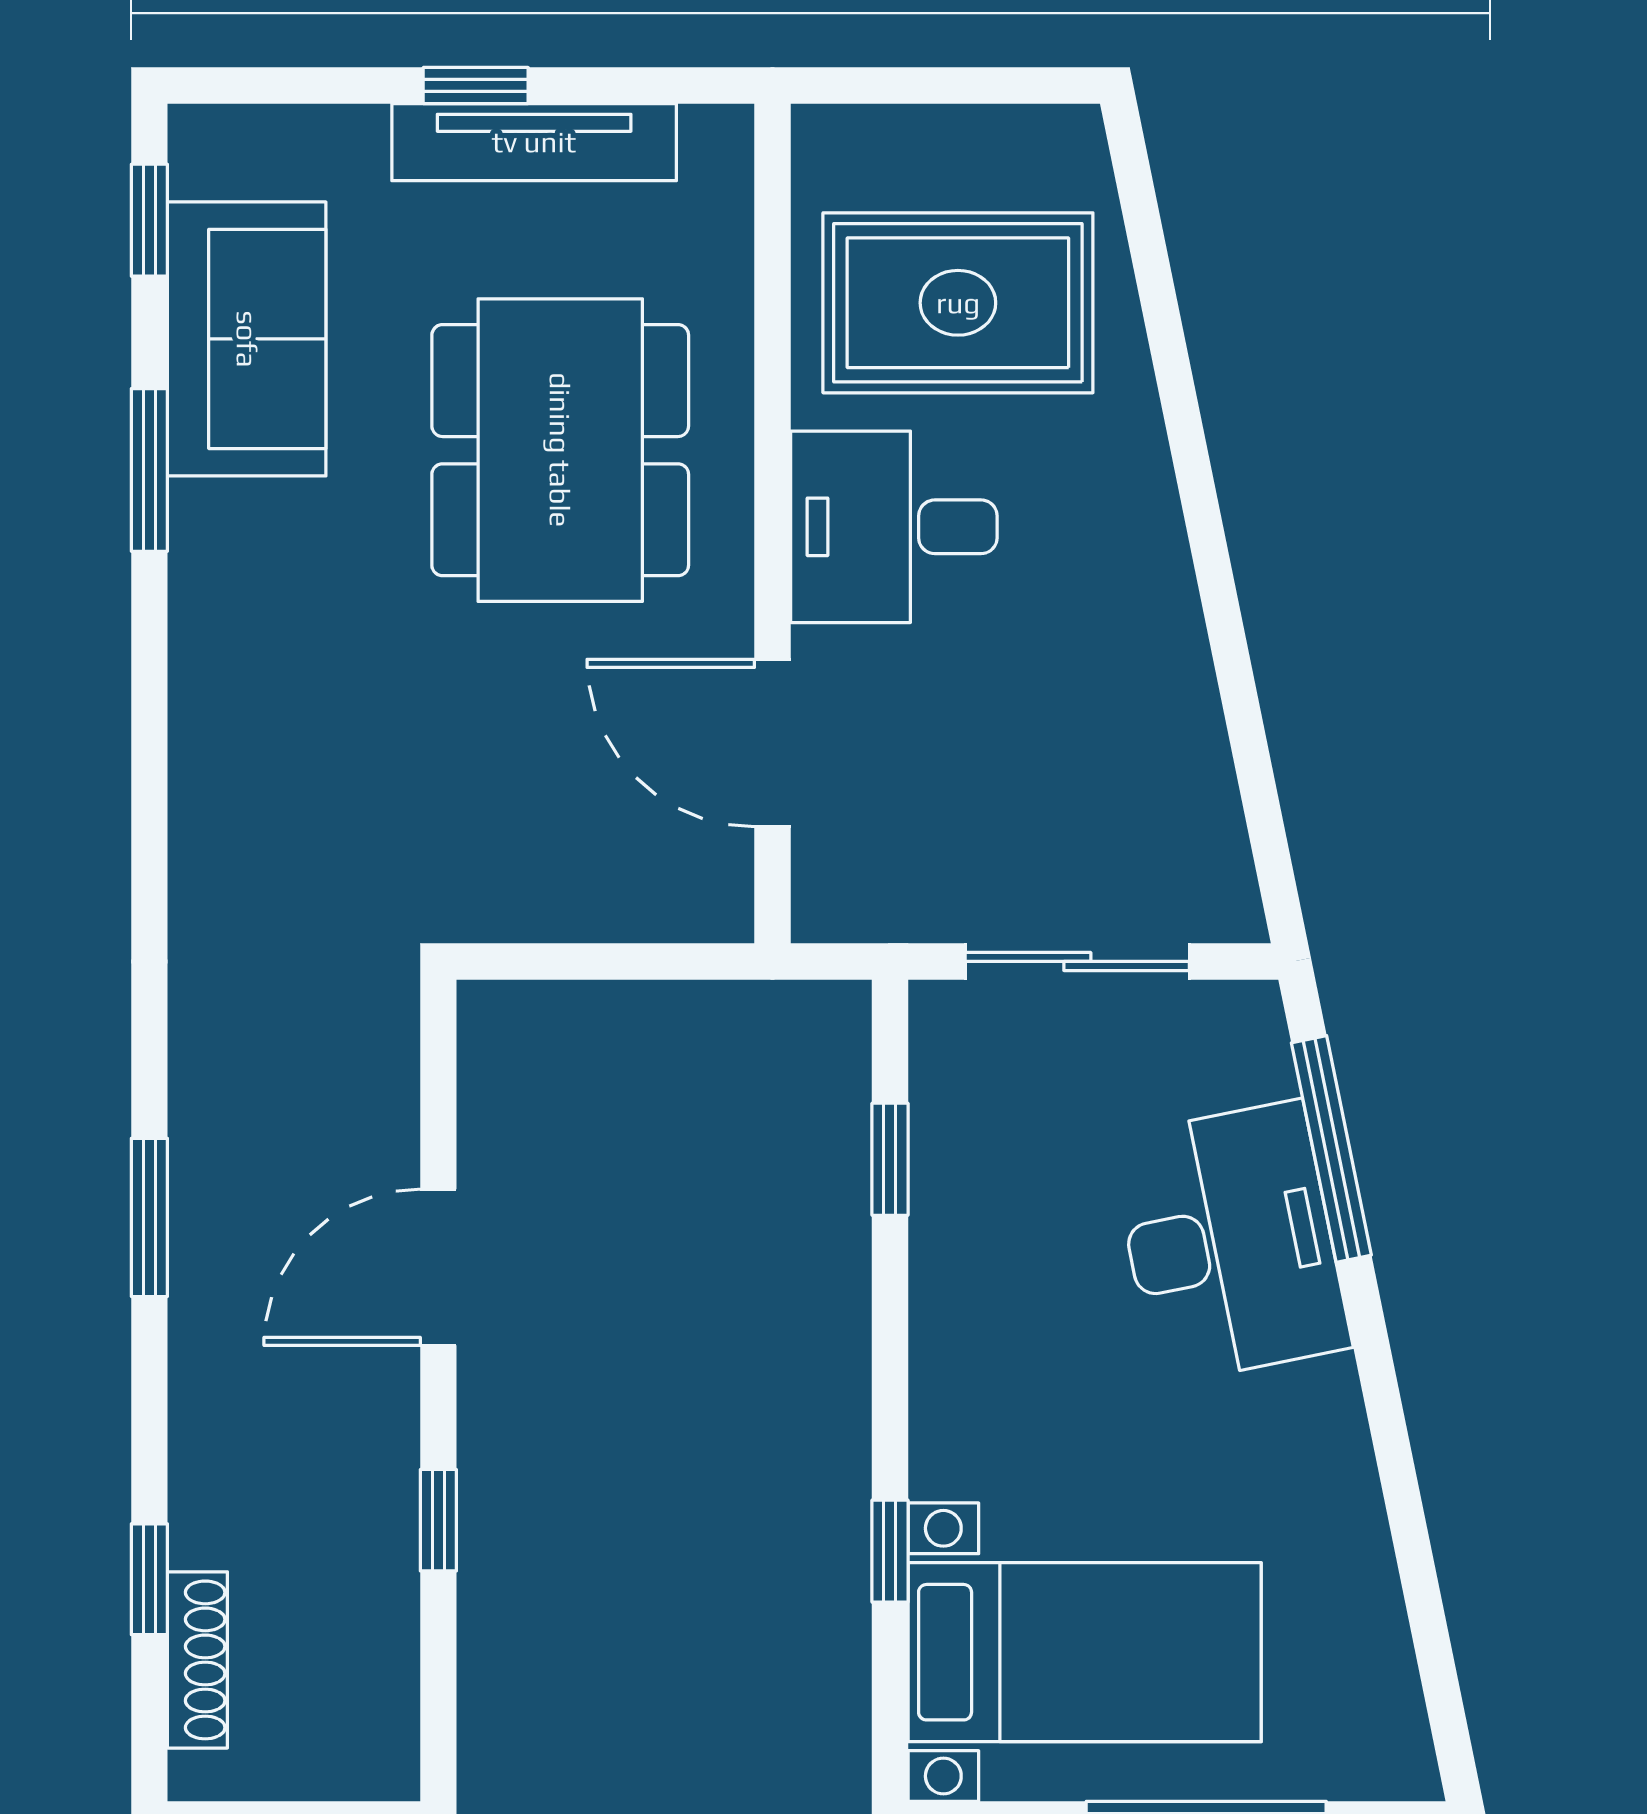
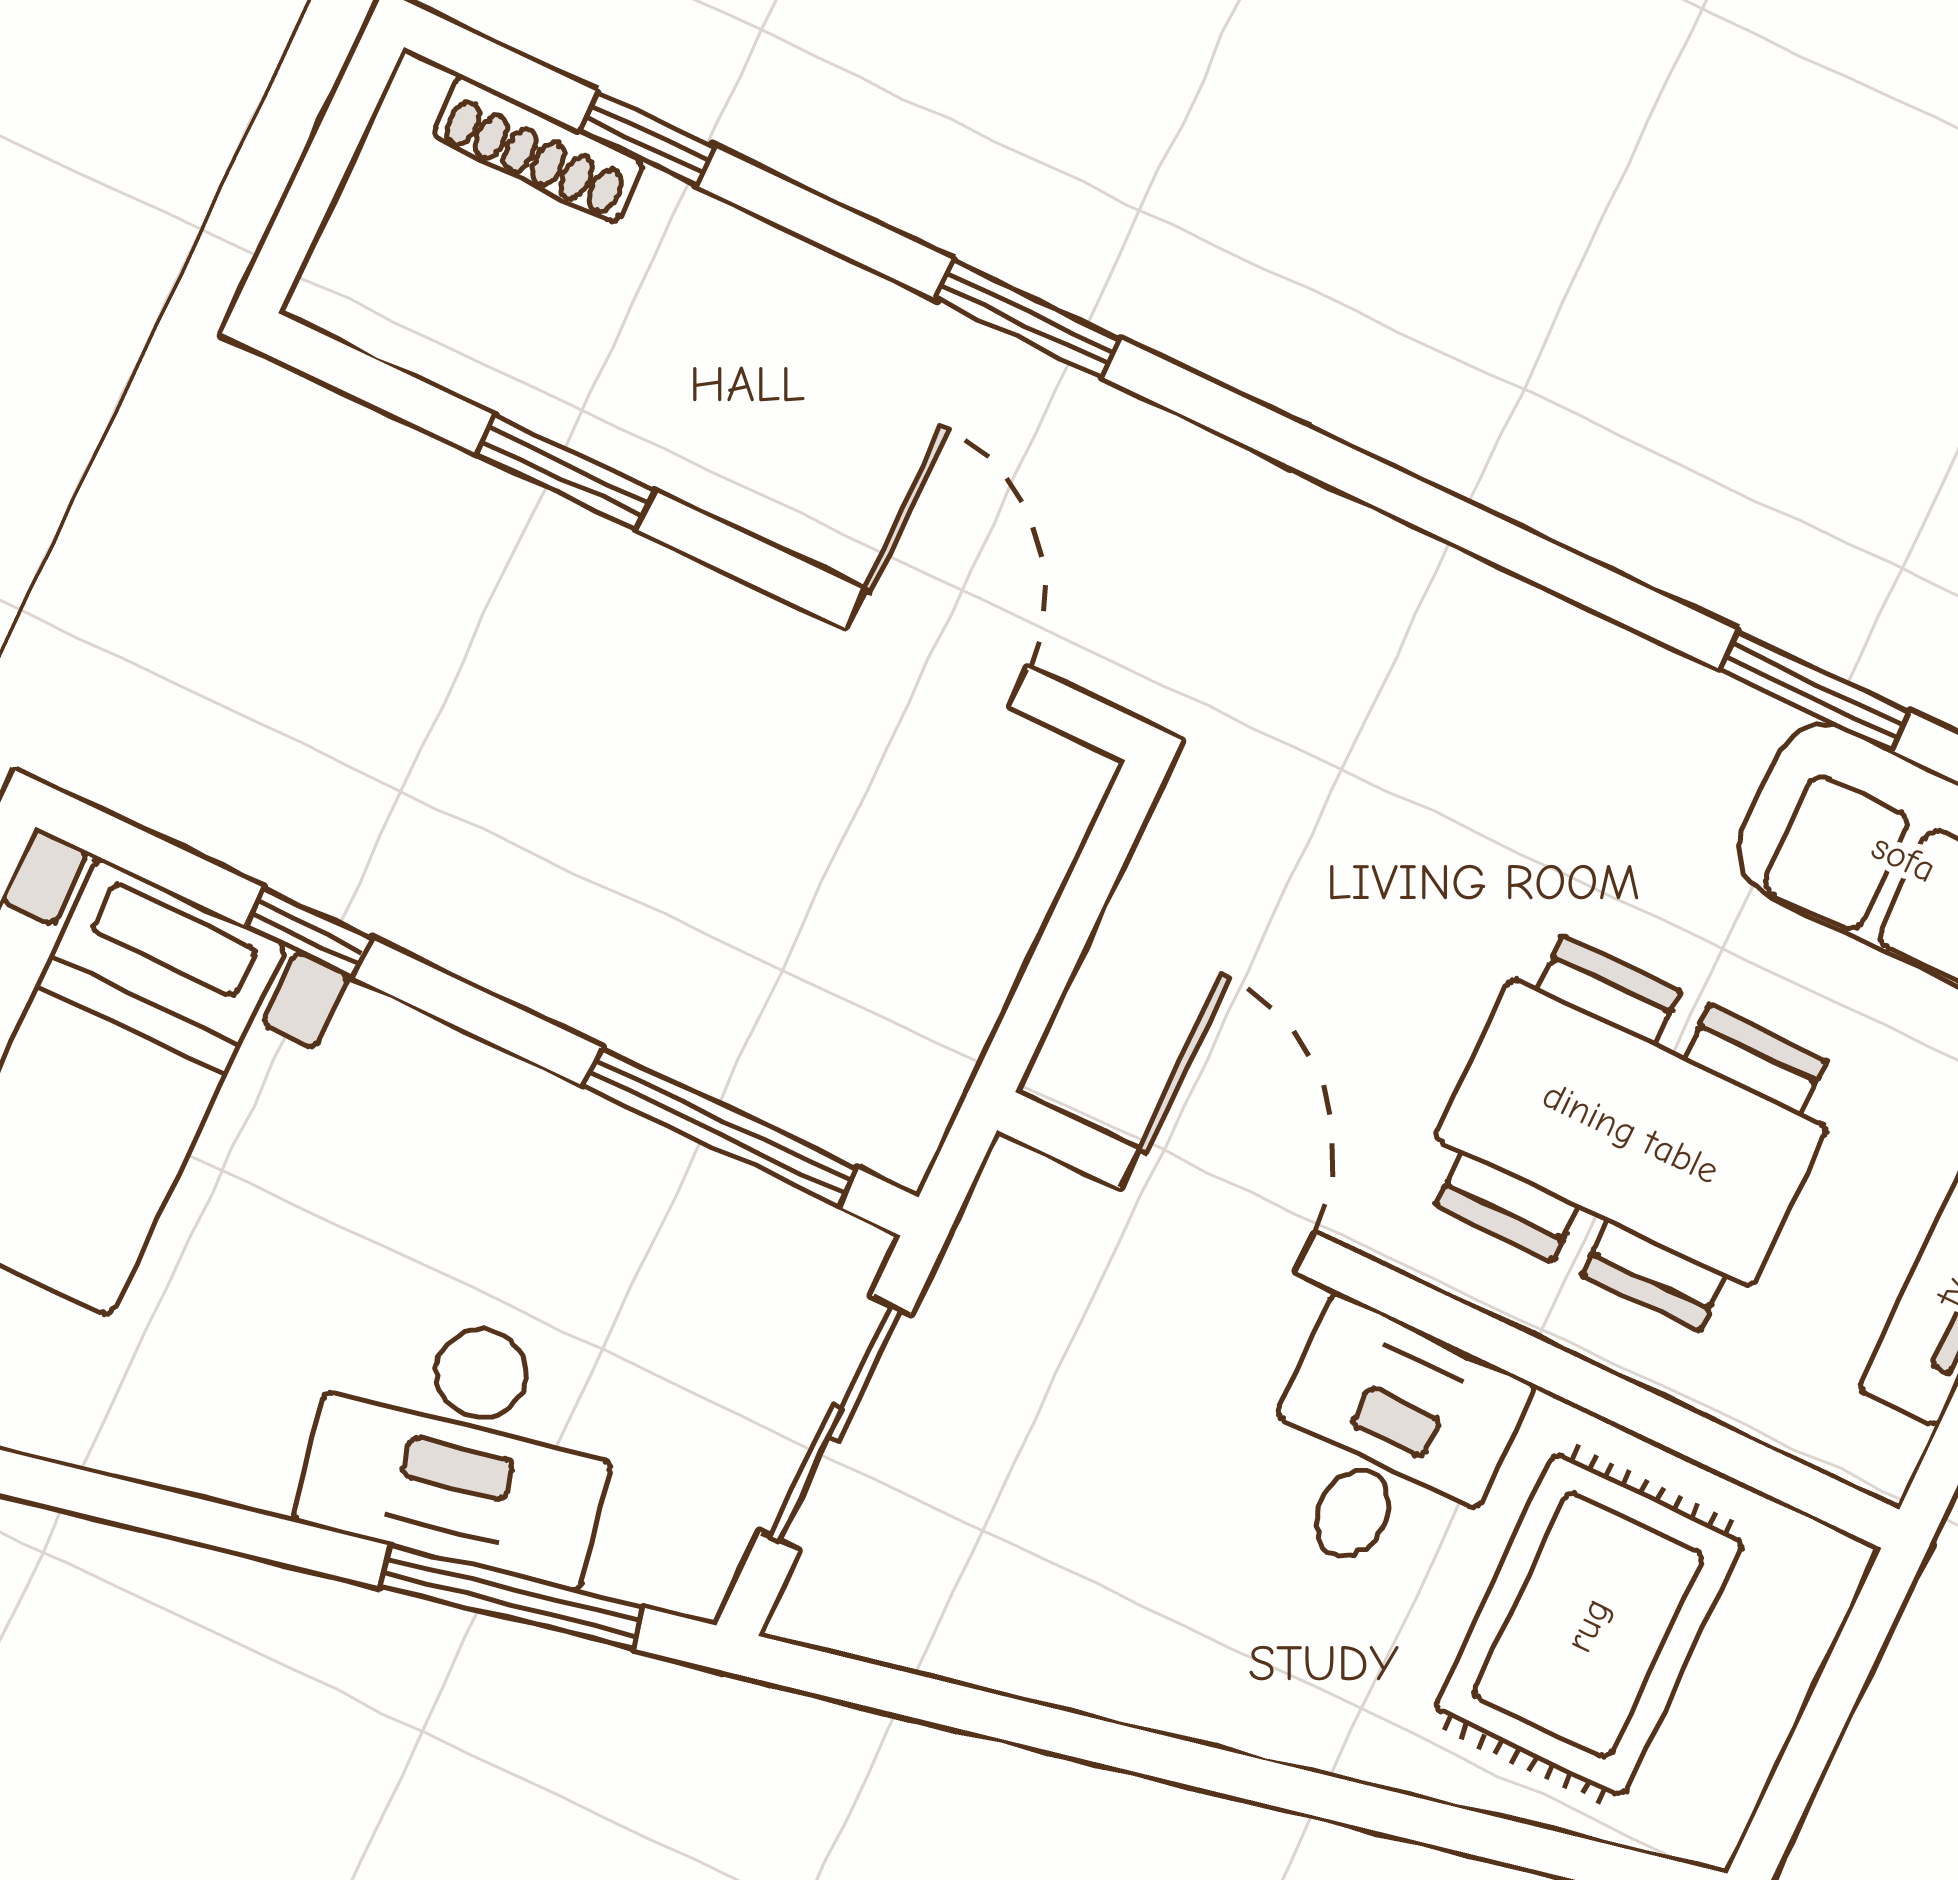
door: (773, 743) -> (1217, 1211), hinge flipped
window: (890, 1159) -> (720, 1127), width x2.17
door: (438, 1267) -> (937, 648), moved
window: (438, 1520) -> (565, 472), width x1.50

